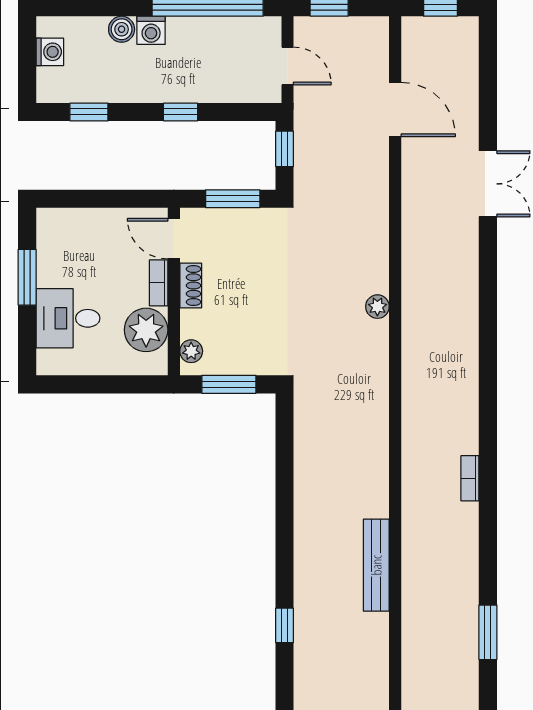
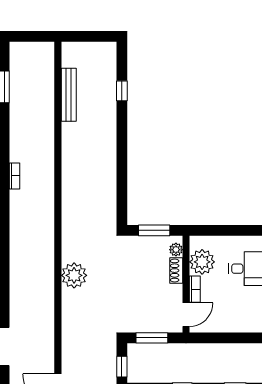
door: (174, 239) -> (186, 315), hinge flipped
shoe rack: (191, 285) -> (176, 271), moved
plant: (377, 307) -> (74, 275), width x1.87, depth x1.87
bench: (376, 565) -> (69, 95), moved

